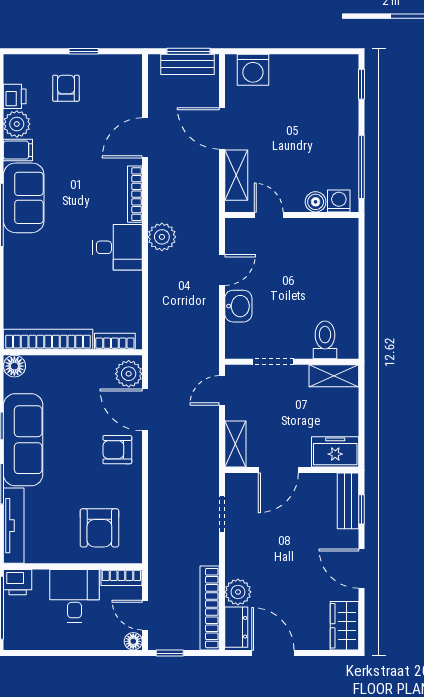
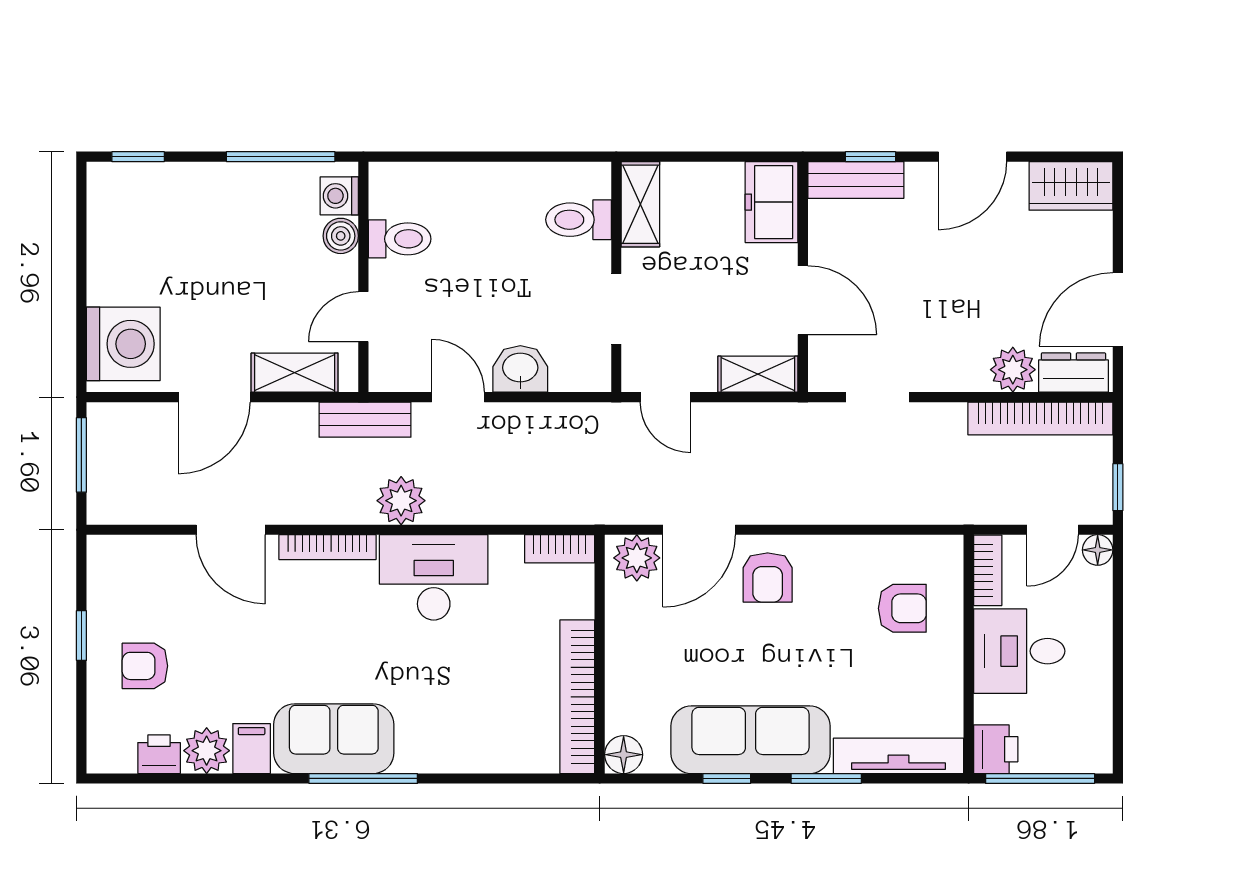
bench: (188, 64) -> (365, 420), moved, turned 90
washing machine: (253, 70) -> (123, 344), width x1.37, depth x1.37
toilet: (314, 236) -> (400, 239), added
desk: (117, 247) -> (434, 577), width x1.37
bookcase: (115, 341) -> (560, 549), moved, turned -90
armchair: (99, 528) -> (902, 608), width x0.72, depth x0.72

